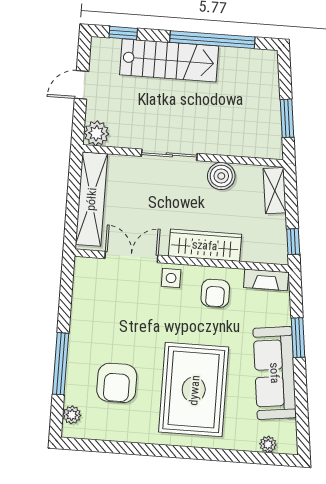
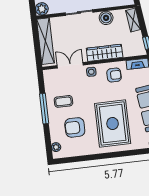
armchair: (215, 293) -> (114, 75), turned -90
coffee table: (104, 326) -> (63, 101), added
window: (61, 364) -> (44, 109), moved
armchair: (117, 383) -> (75, 127), turned 90

